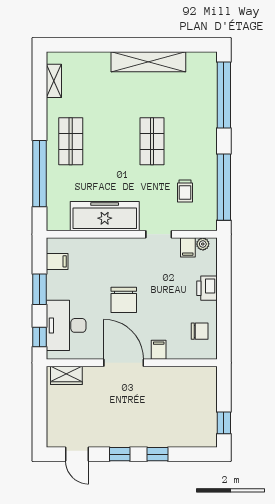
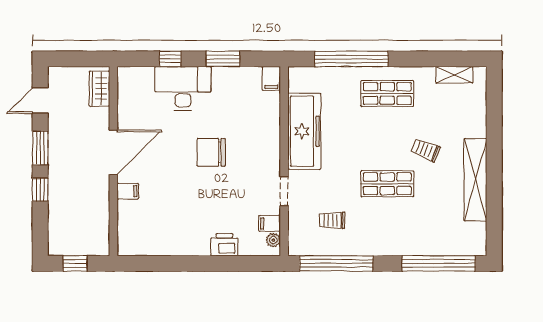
trolley: (122, 107) -> (426, 150), added
filing cabinet: (57, 261) -> (271, 78), moved
chair: (200, 331) -> (177, 237), removed
filing cabinet: (159, 350) -> (128, 191), moved
door: (124, 363) -> (113, 152), moved
wall: (132, 363) -> (113, 161), moved
wardrobe: (66, 375) -> (99, 89), moved
window: (120, 454) -> (40, 148), width x1.50

